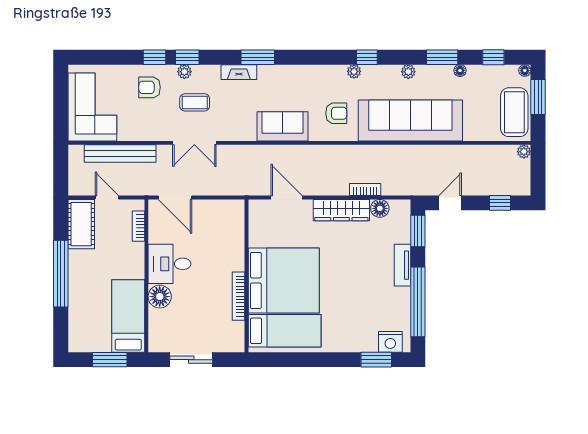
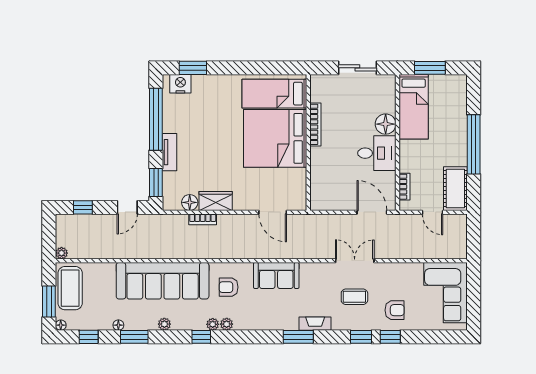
plant: (184, 72) -> (227, 324), moved
bench: (120, 154) -> (421, 251), removed
wardrobe: (341, 210) -> (216, 201), width x0.67

